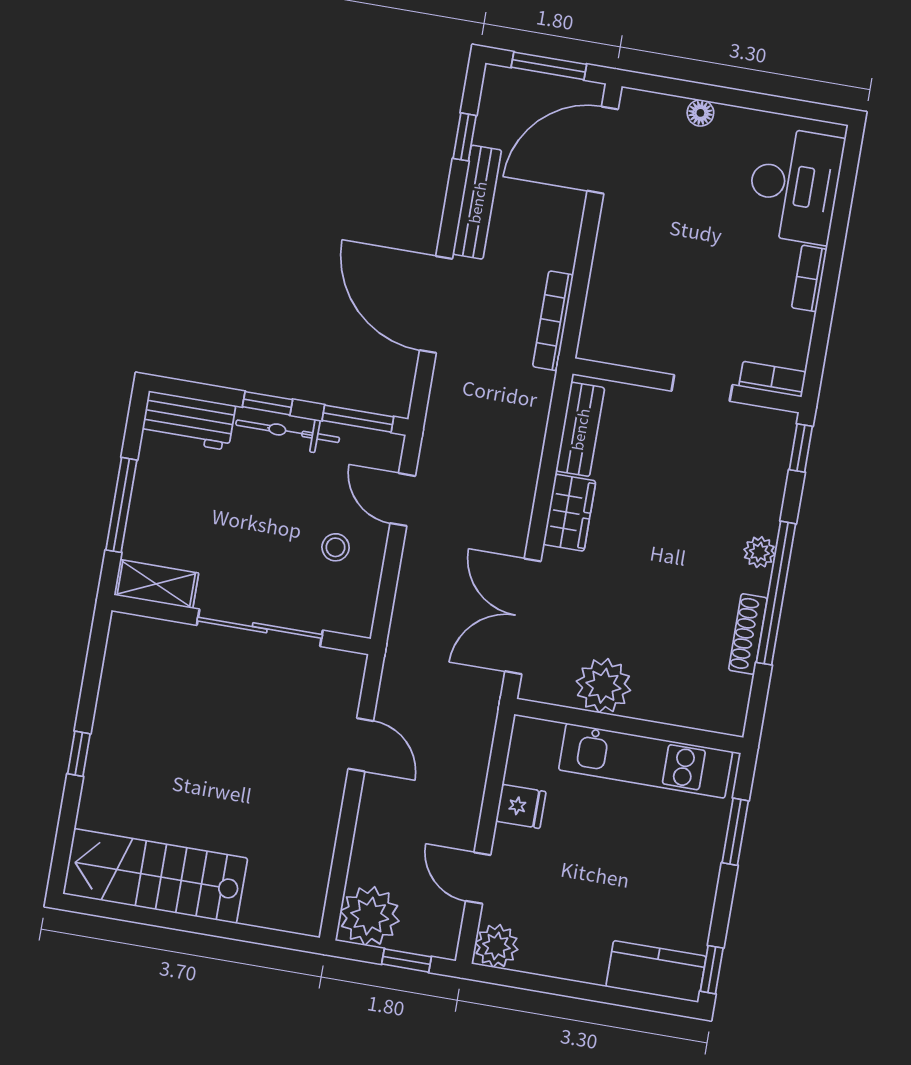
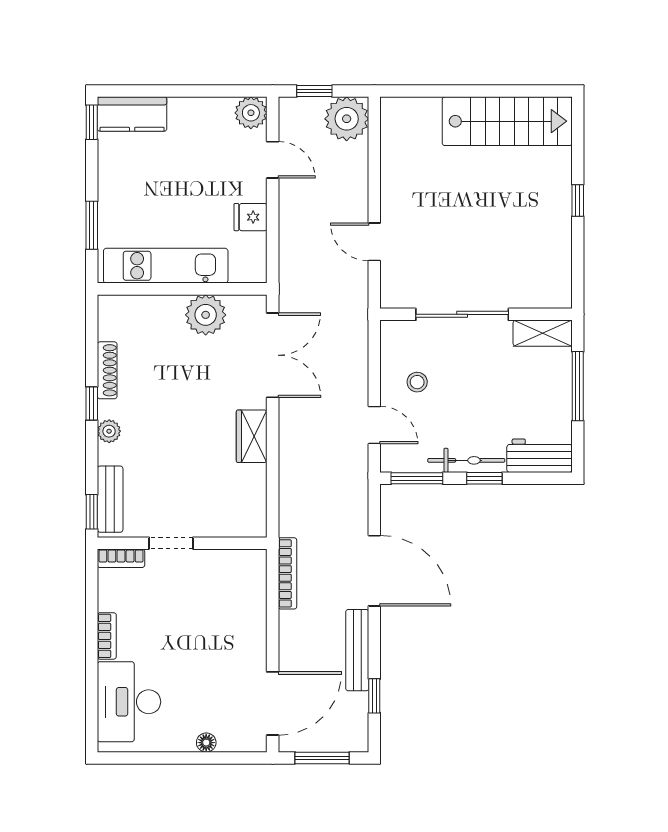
bench: (580, 429) -> (110, 499), moved
window: (776, 593) -> (92, 403), width x0.32

